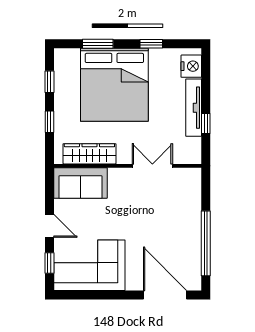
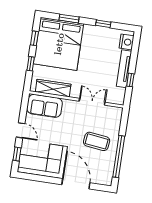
bed: (114, 85) -> (59, 44), moved
coffee table: (168, 225) -> (97, 141), added
door: (165, 295) -> (76, 184), moved

